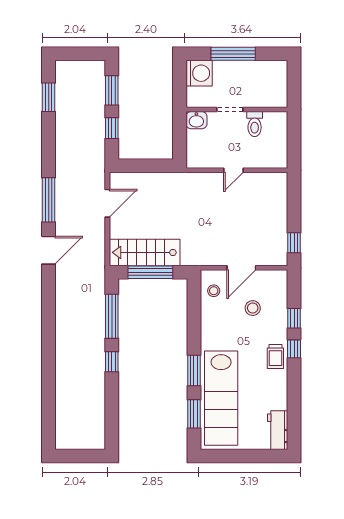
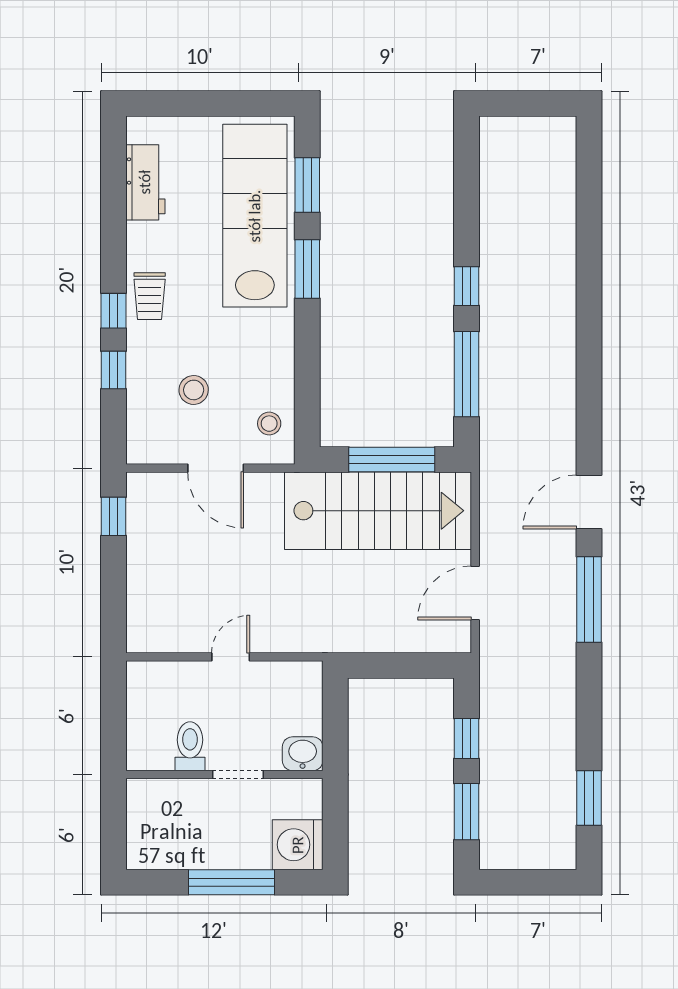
stairs: (145, 252) -> (378, 511), width x1.36, depth x1.51
door: (241, 268) -> (216, 468), swing flipped
trolley: (275, 357) -> (150, 296), turned 180
workbench: (278, 430) -> (145, 182), moved

